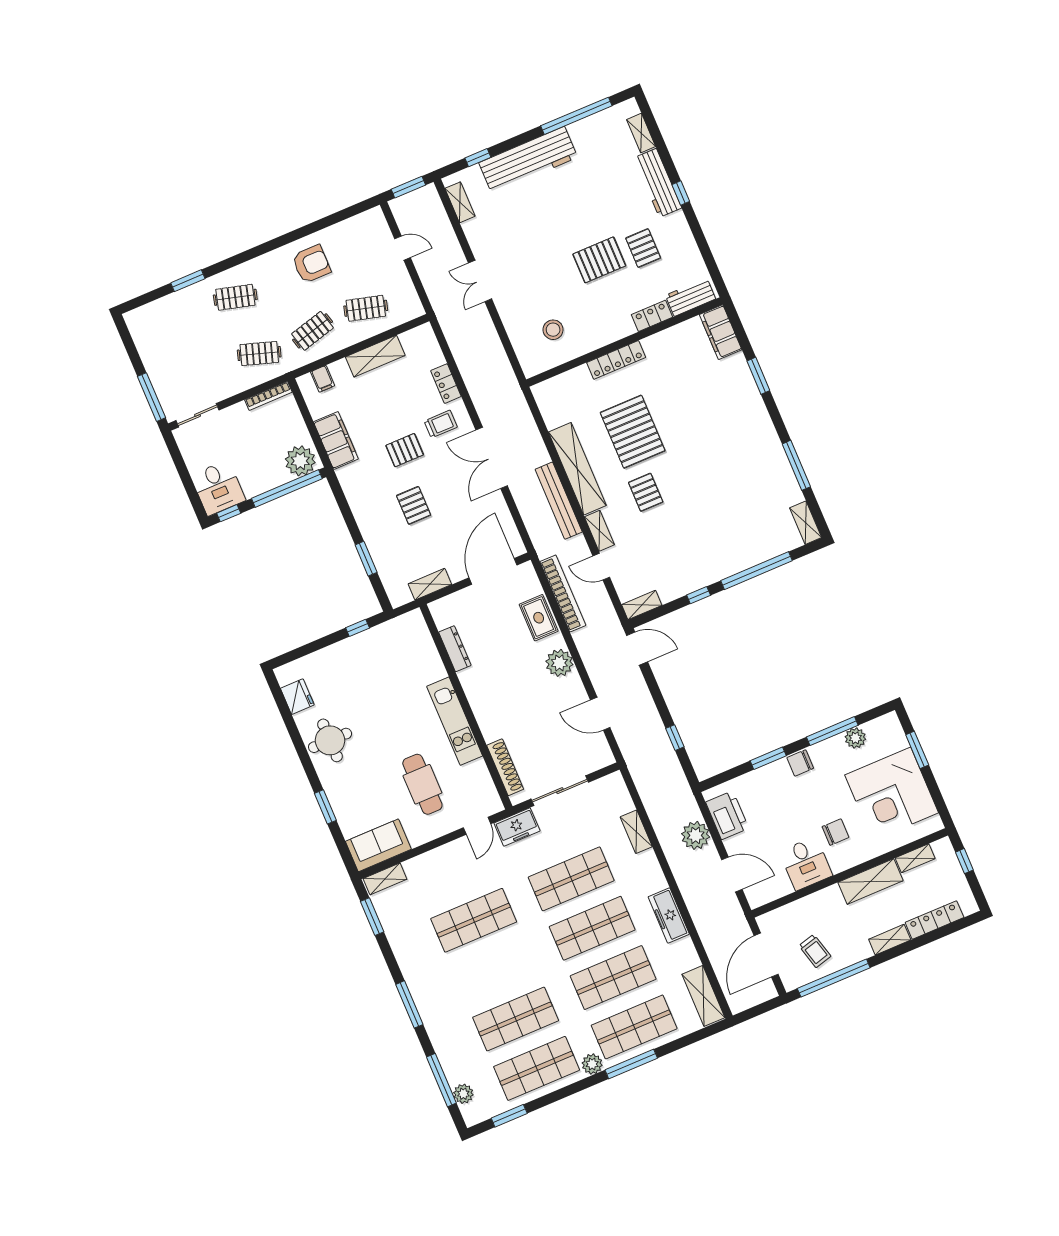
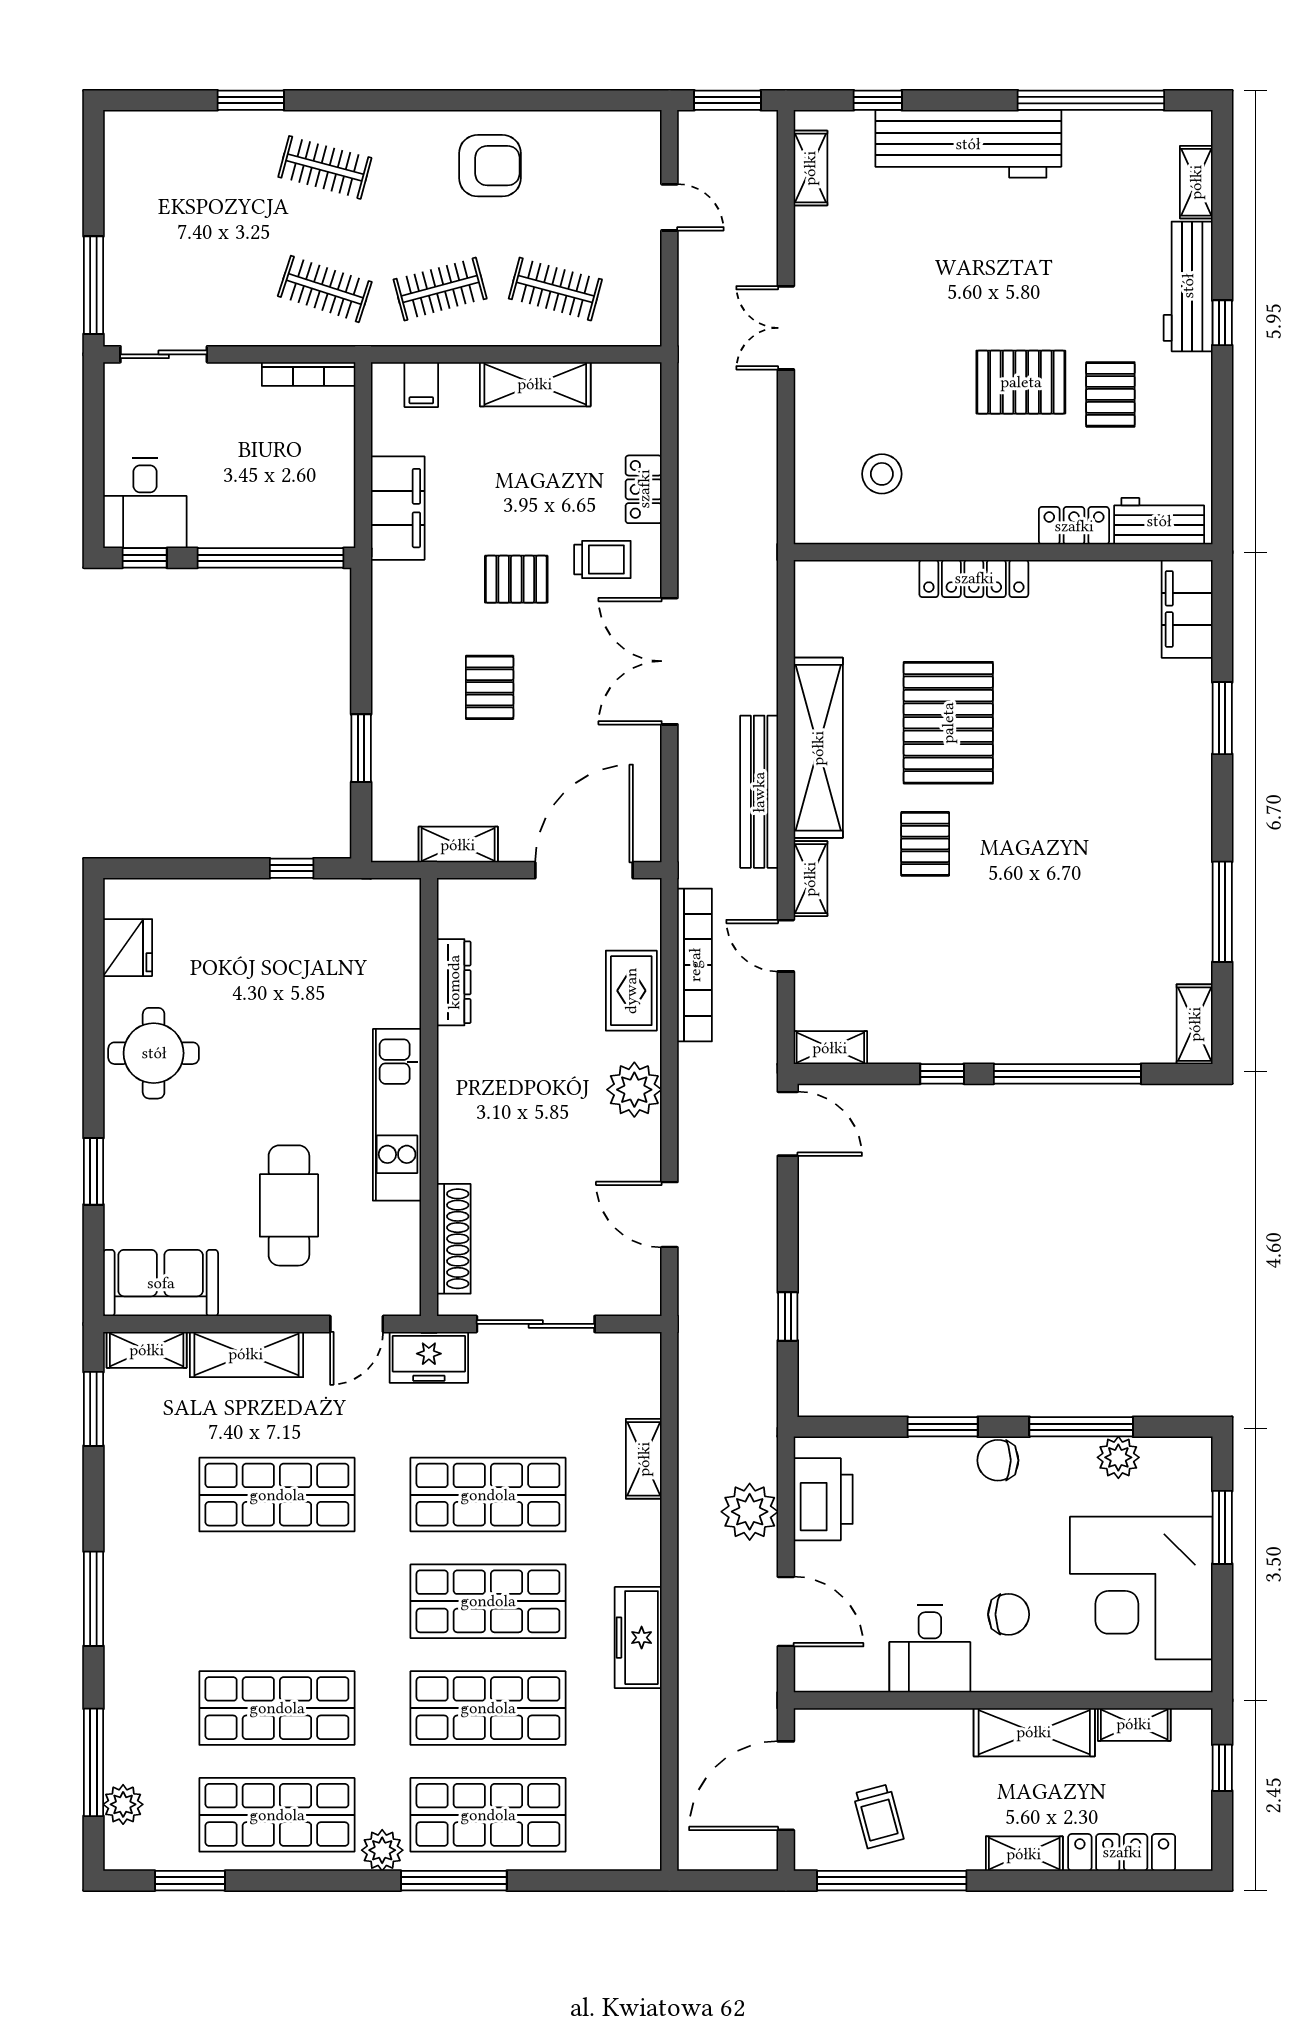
plant: (300, 461) -> (317, 518), removed
shelving: (703, 996) -> (246, 1354), moved, turned 90

